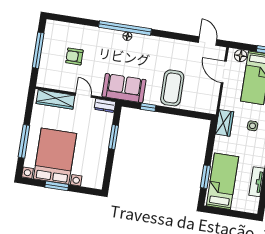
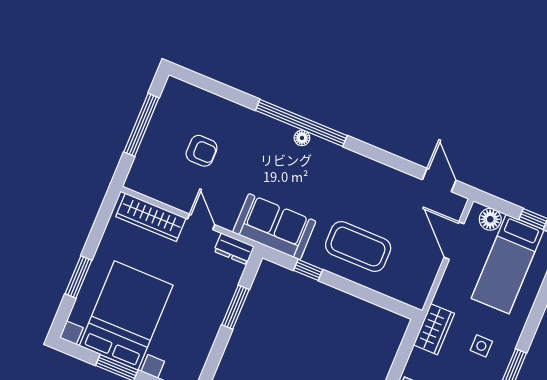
armchair: (74, 56) -> (202, 151), turned 180
coffee table: (172, 88) -> (358, 247), turned 90
window: (24, 141) -> (78, 277), width x0.69

